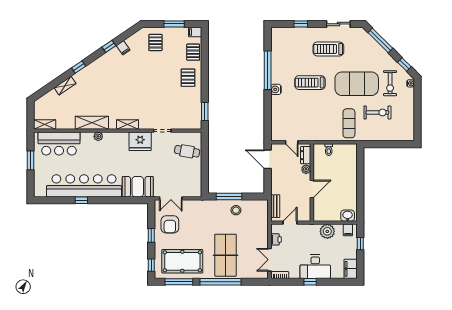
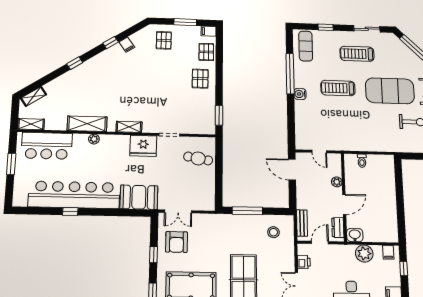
shelving: (65, 86) -> (34, 96), moved
exercise mat: (349, 123) -> (306, 46), moved
dresser: (306, 155) -> (338, 227), moved
stool: (236, 210) -> (273, 232), moved
washbasin: (348, 216) -> (355, 235), moved

